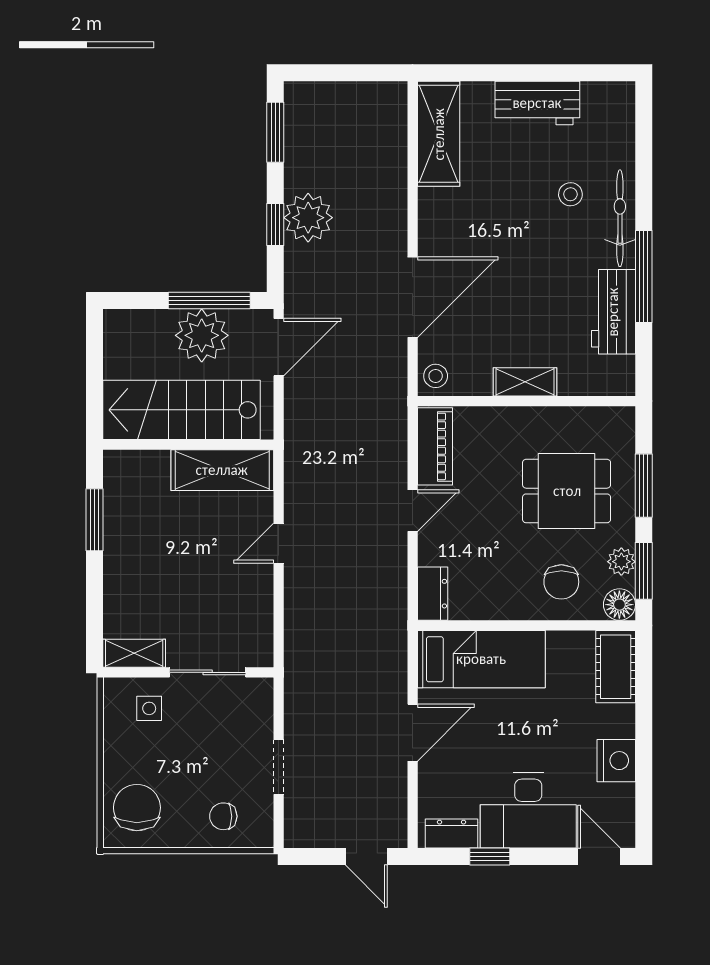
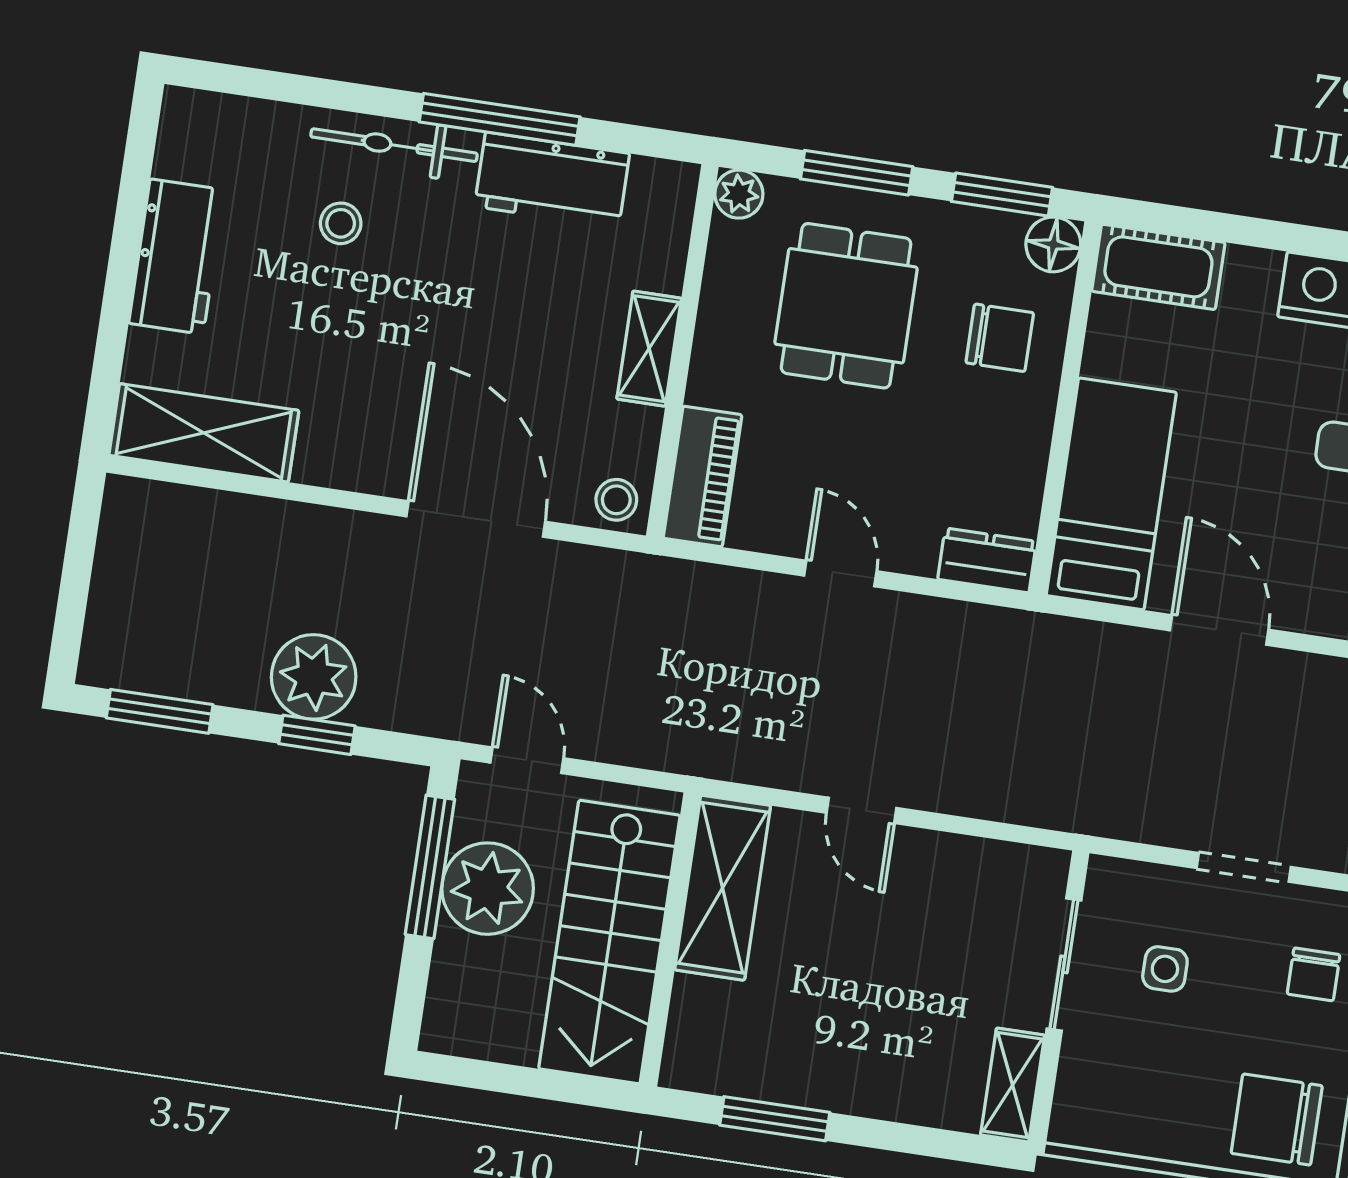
door: (279, 347) -> (527, 760), width x0.73
piano: (435, 446) -> (703, 477), moved, turned 90
plant: (621, 562) -> (739, 194), moved
side table: (149, 708) -> (1165, 969), moved

